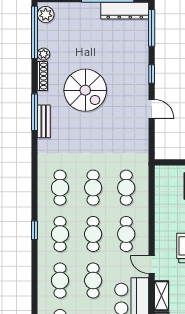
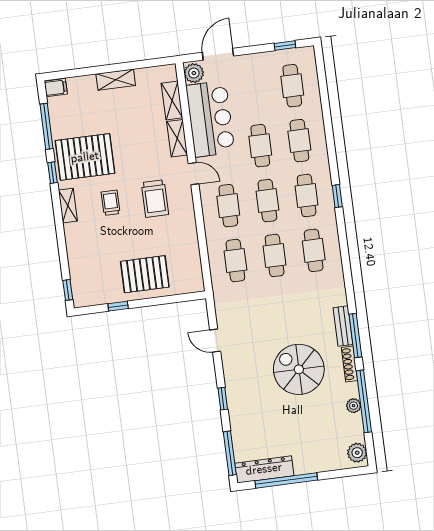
window: (34, 32) -> (364, 401), moved
shoe rack: (42, 76) -> (350, 364), moved
door: (152, 109) -> (215, 341), moved

